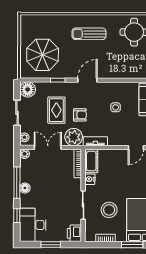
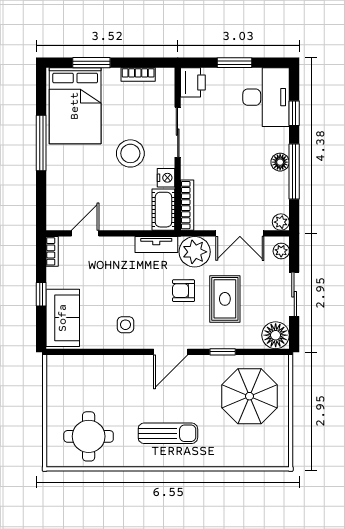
side table: (116, 107) -> (125, 325), moved
stool: (109, 210) -> (130, 153), moved

